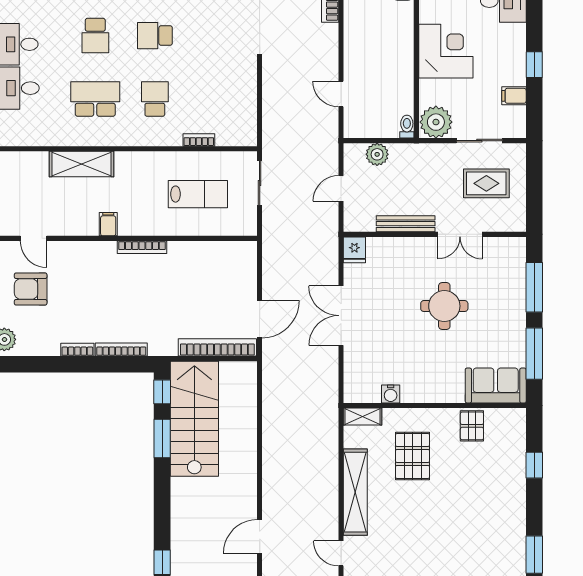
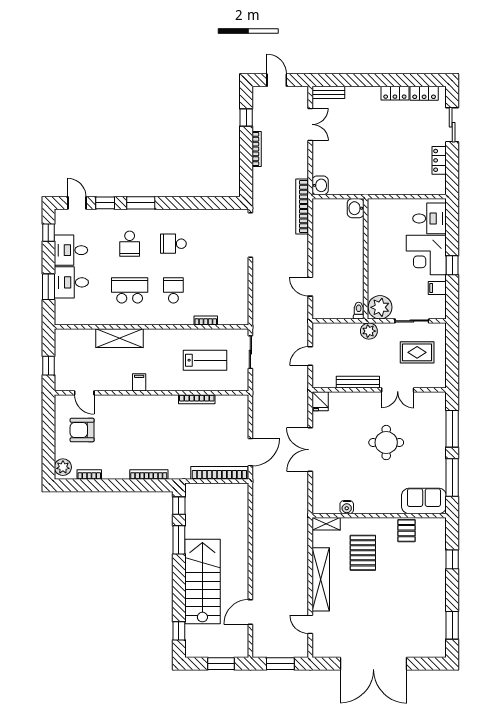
corner desk: (446, 51) -> (426, 255), moved, turned 180
plant: (377, 154) -> (369, 331), moved
bookcase: (142, 247) -> (197, 399), moved
bookcase: (77, 350) -> (89, 475), moved
stairs: (194, 419) -> (202, 581), moved

